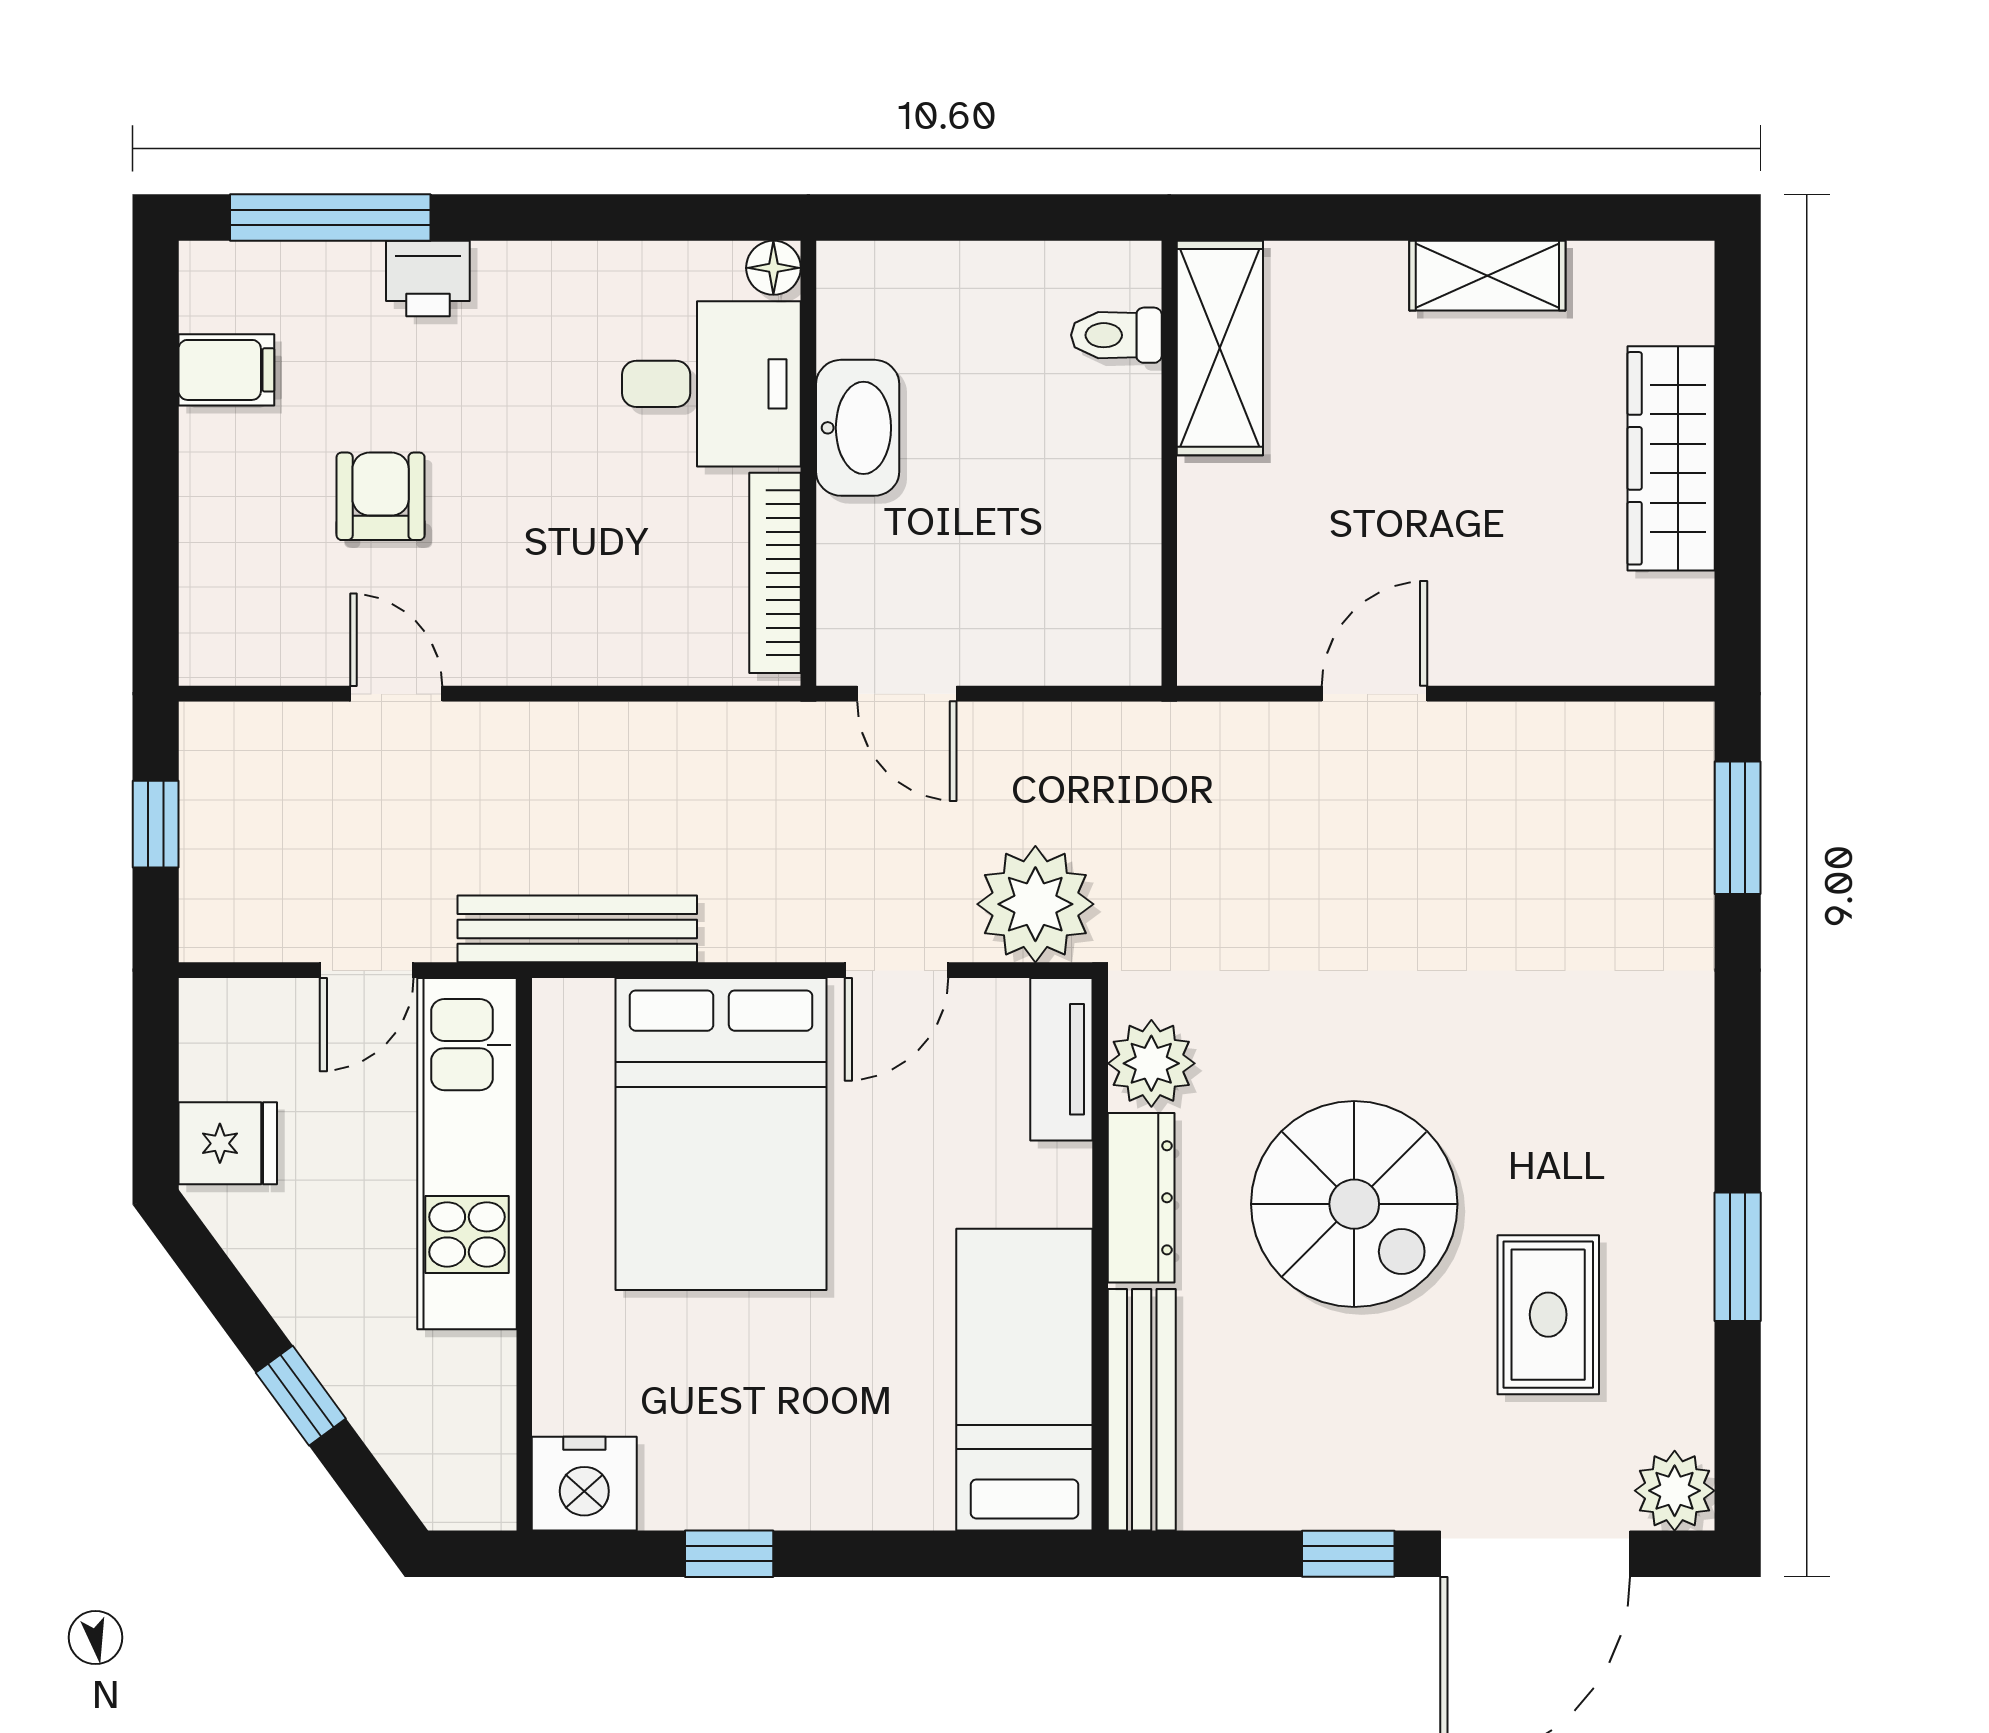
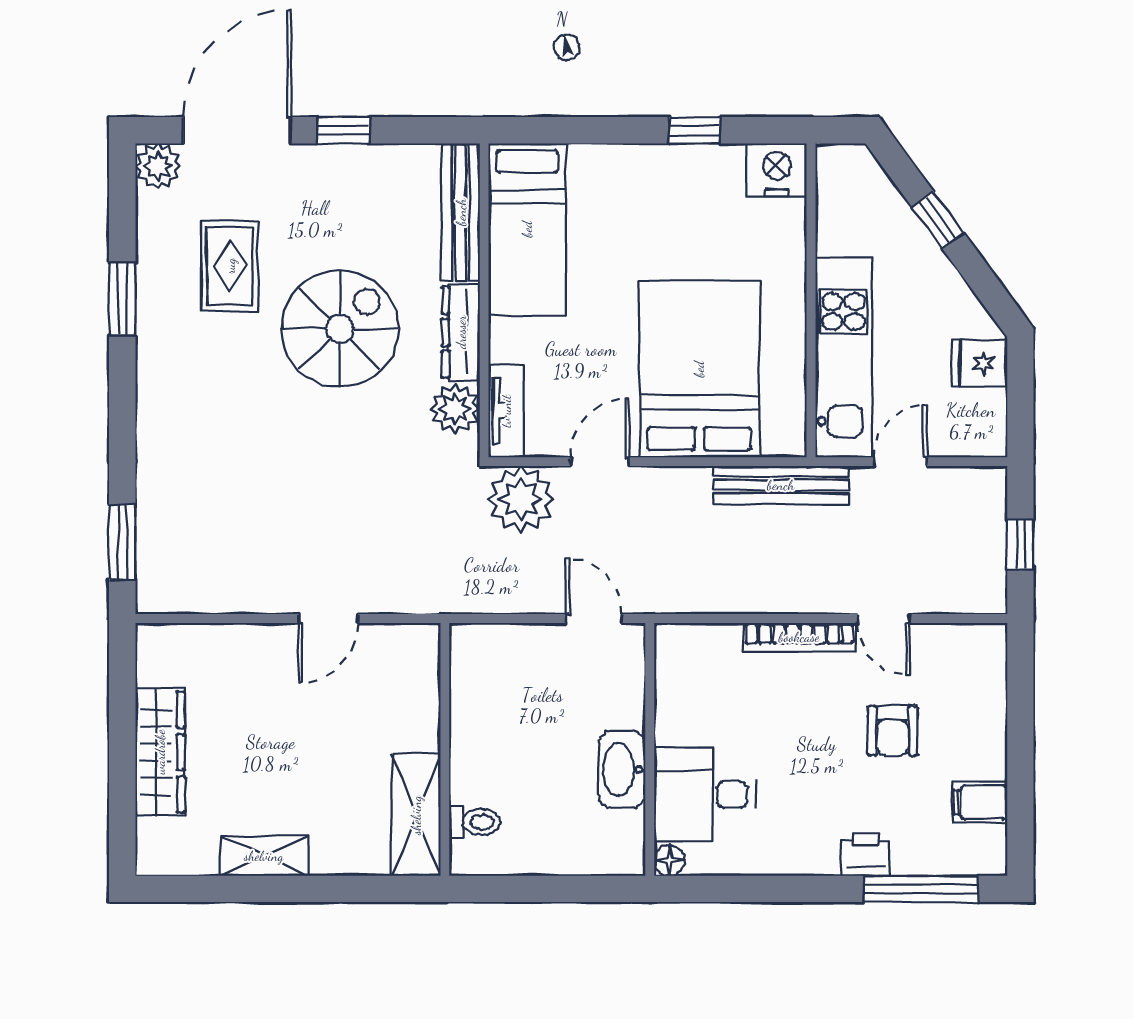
bookcase: (775, 573) -> (799, 637), moved, turned 90
spiral stairs: (1354, 1204) -> (340, 329), turned 90

